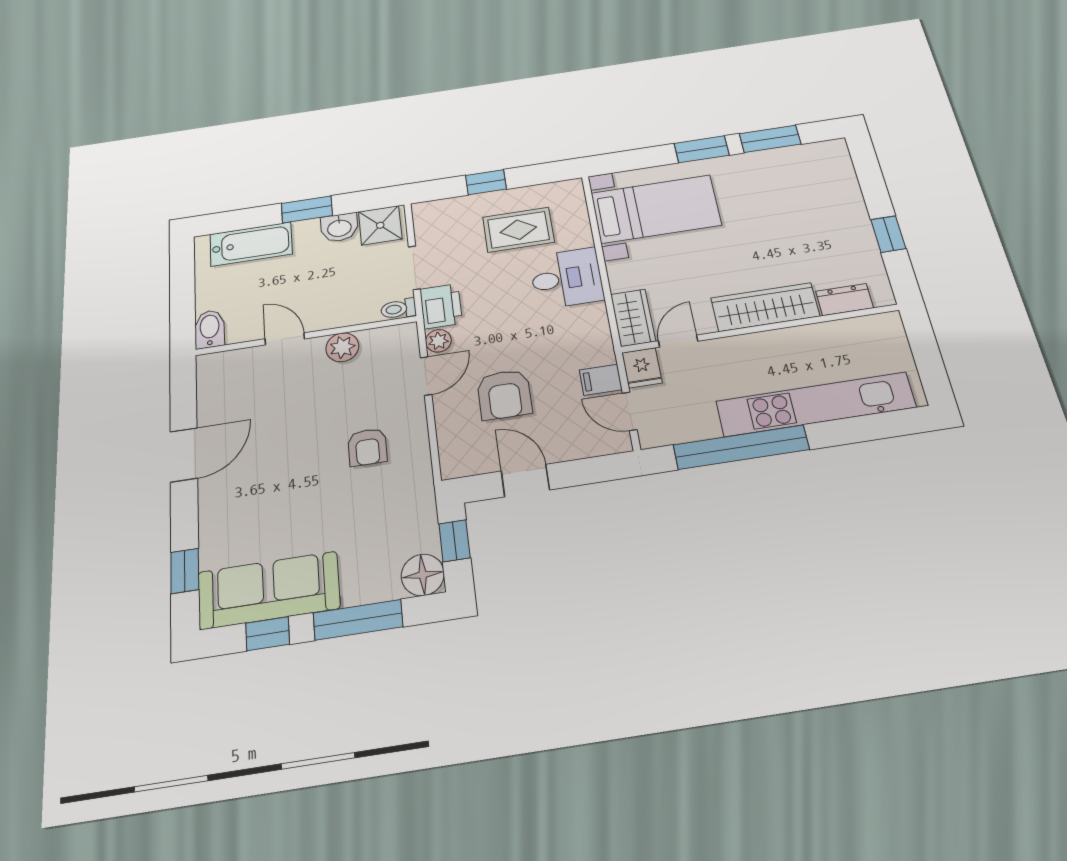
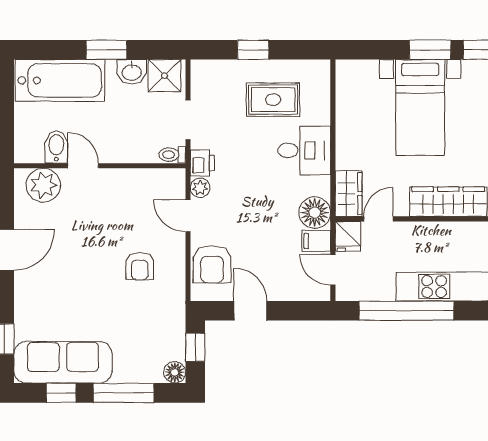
bed with nightstands: (656, 209) -> (420, 107), moved, turned 90
bathtub: (251, 244) -> (60, 80), width x1.36, depth x1.36
printer: (441, 306) -> (202, 163), width x0.73, depth x0.81
bidet: (210, 329) -> (56, 147), moved
plant: (342, 347) -> (43, 185), moved, width x1.36, depth x1.36
floor lamp: (593, 347) -> (315, 213), added
door: (426, 376) -> (188, 216), swing flipped
armchair: (504, 394) -> (212, 264), moved
floor lamp: (423, 575) -> (175, 372), width x0.73, depth x0.73

